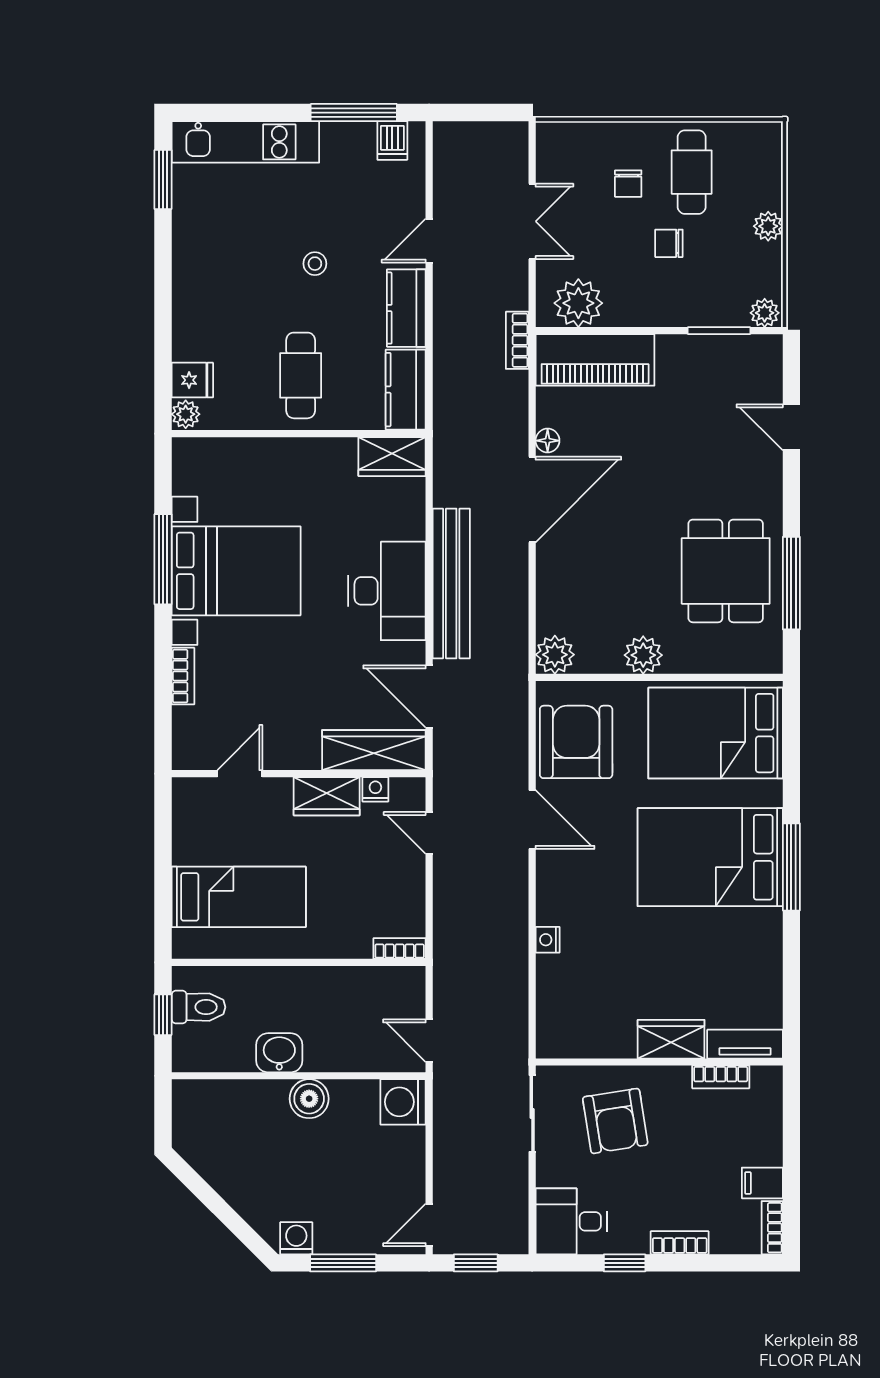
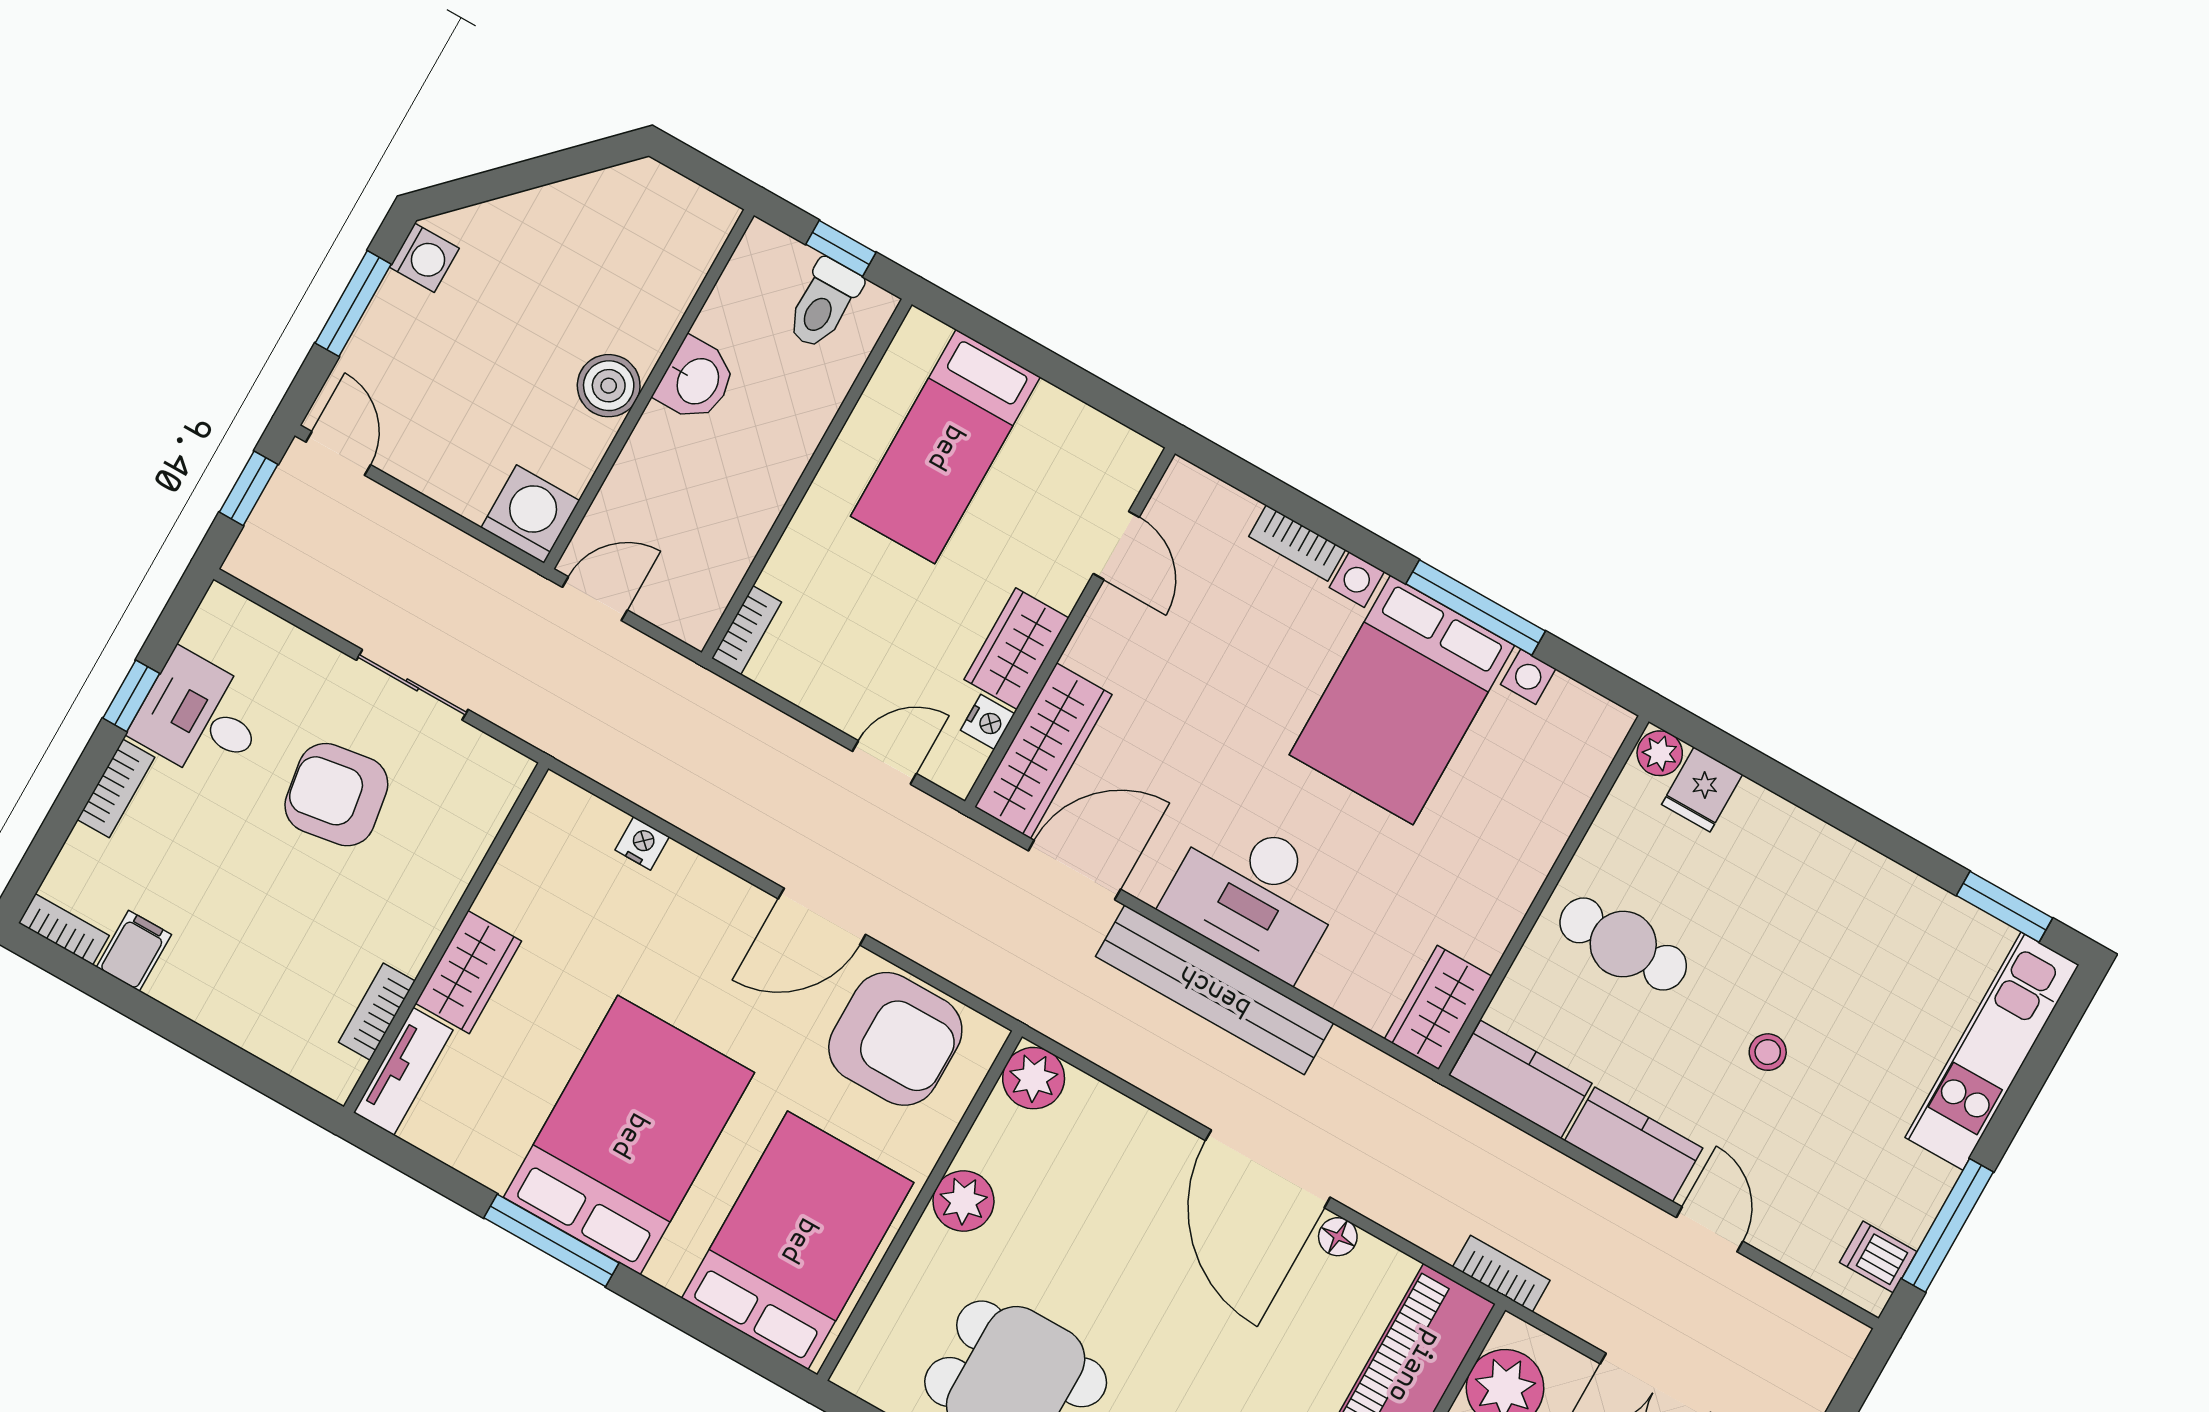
wardrobe: (671, 1039) -> (468, 972), moved
tv unit: (745, 1044) -> (403, 1071), moved
wall: (659, 1062) -> (446, 938), moved
bookcase: (721, 1077) -> (377, 1012), moved
desk: (571, 1221) -> (200, 717), moved, turned -90

